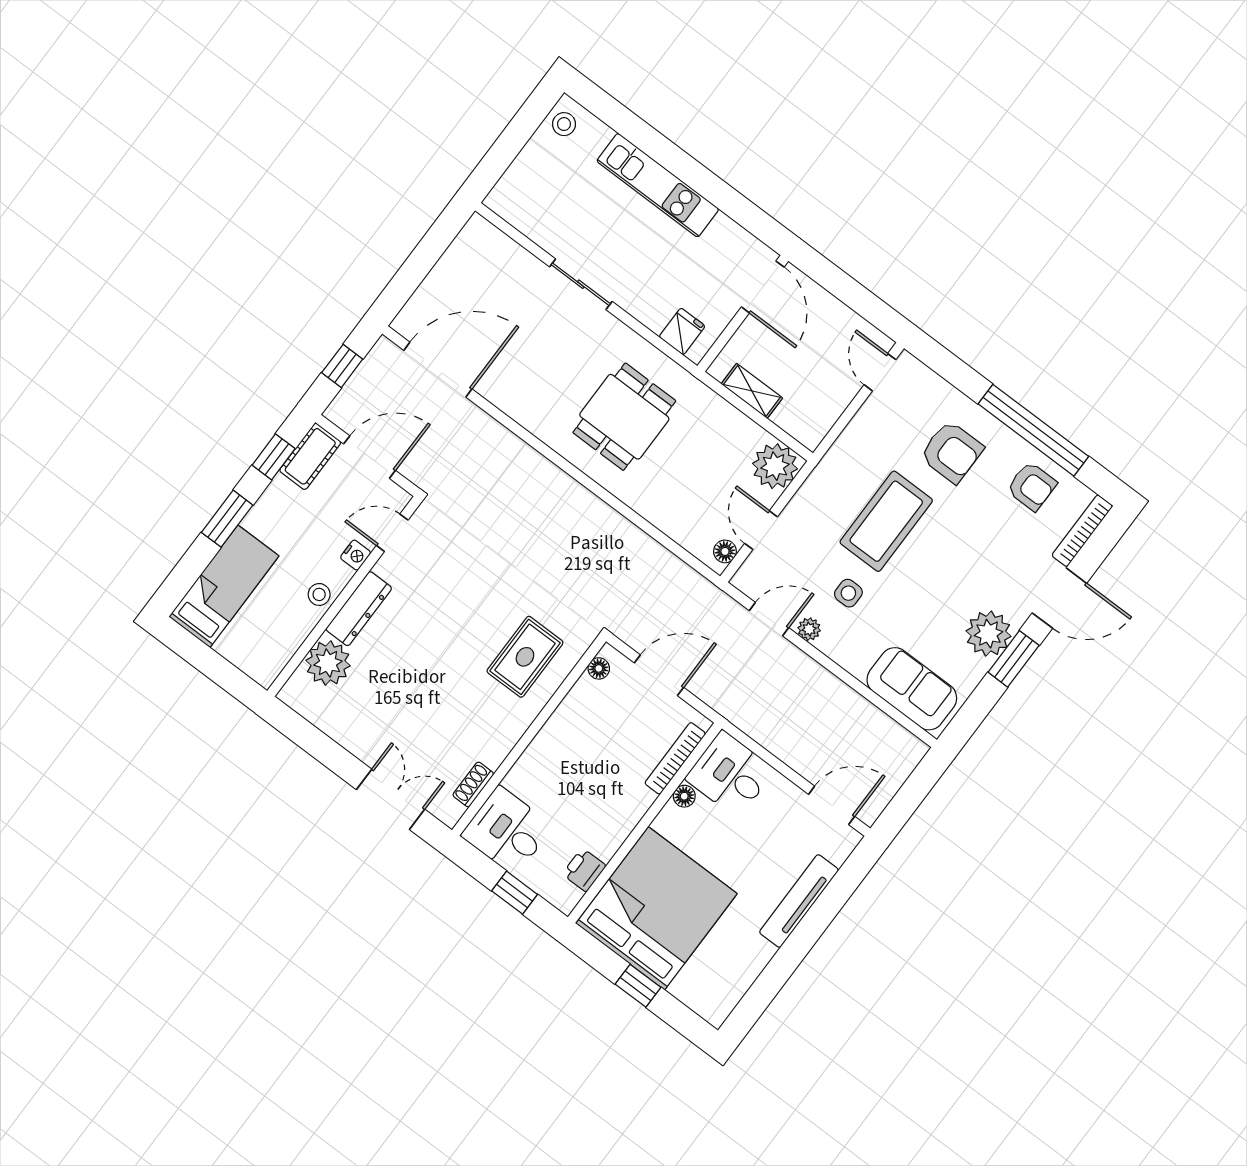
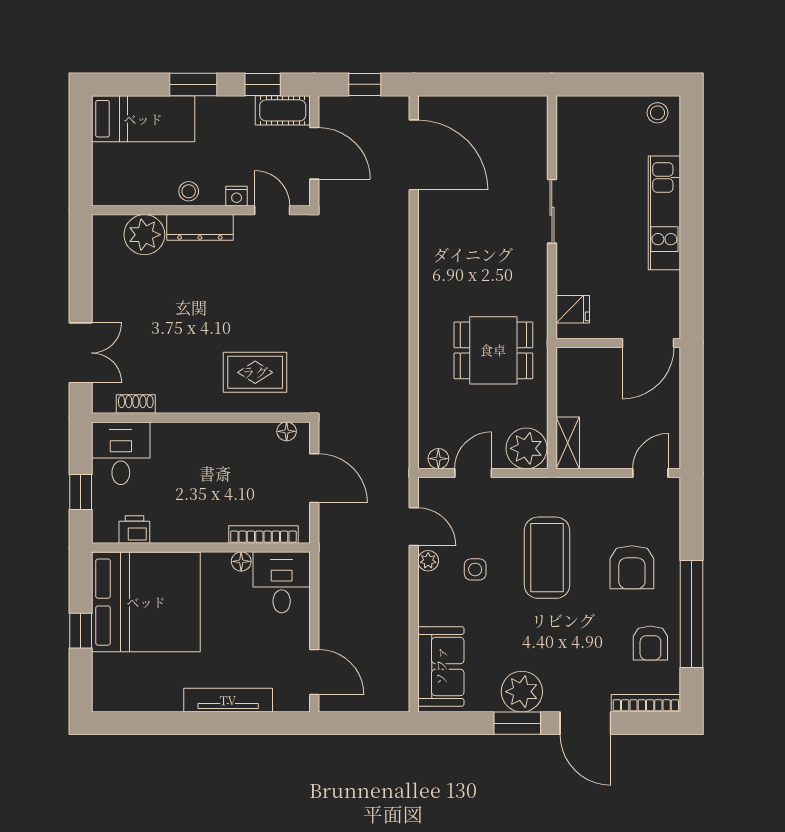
shelving: (752, 391) -> (568, 443), moved
dining table: (624, 417) -> (493, 350), moved
coffee table: (886, 521) -> (547, 558), turned 90

